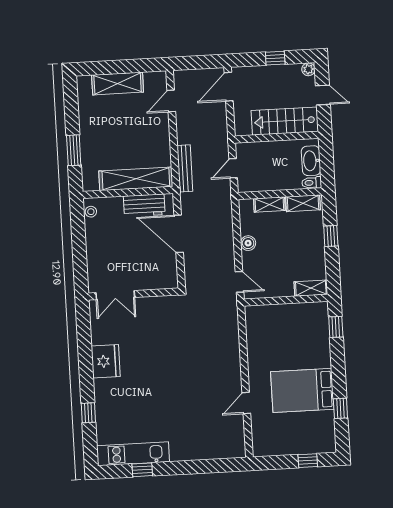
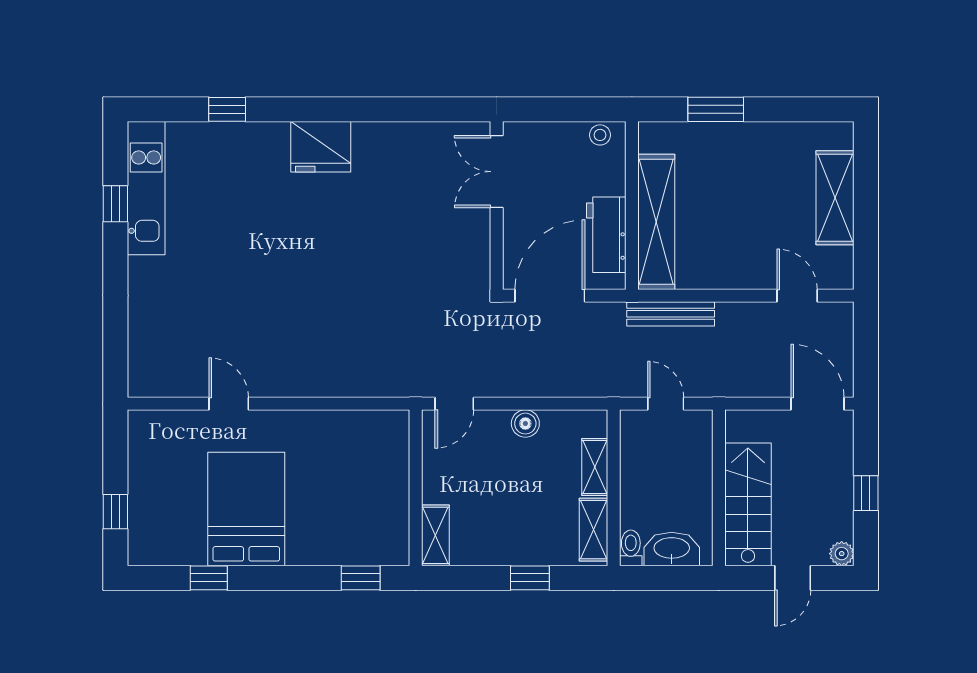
wall: (133, 294) -> (497, 206), moved
double door: (115, 295) -> (497, 172), moved

